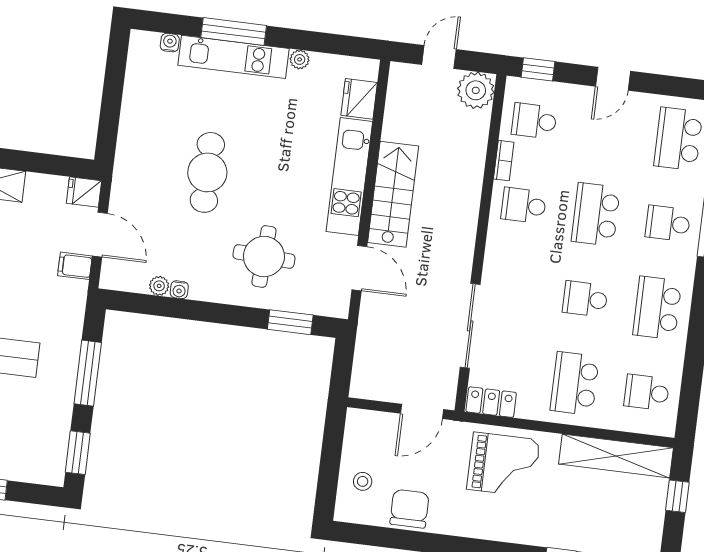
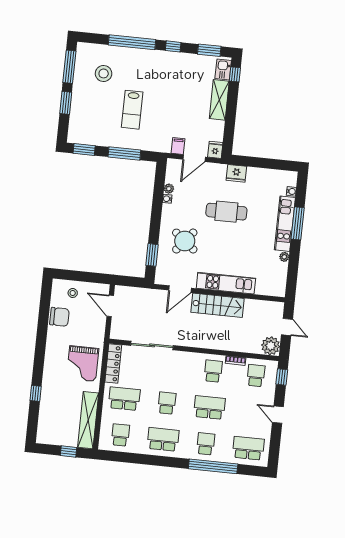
fridge: (359, 99) -> (236, 173), moved, turned 180
round table: (264, 257) -> (185, 241), turned 36
locker: (491, 402) -> (113, 363), width x1.53
door: (422, 411) -> (110, 306), moved

